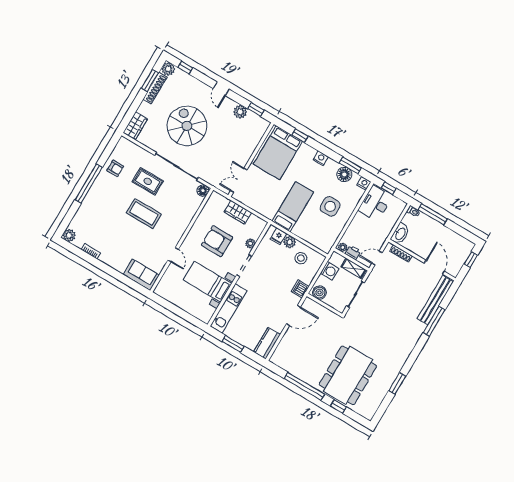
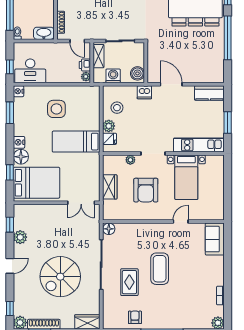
floor lamp: (344, 174) -> (21, 157), moved

